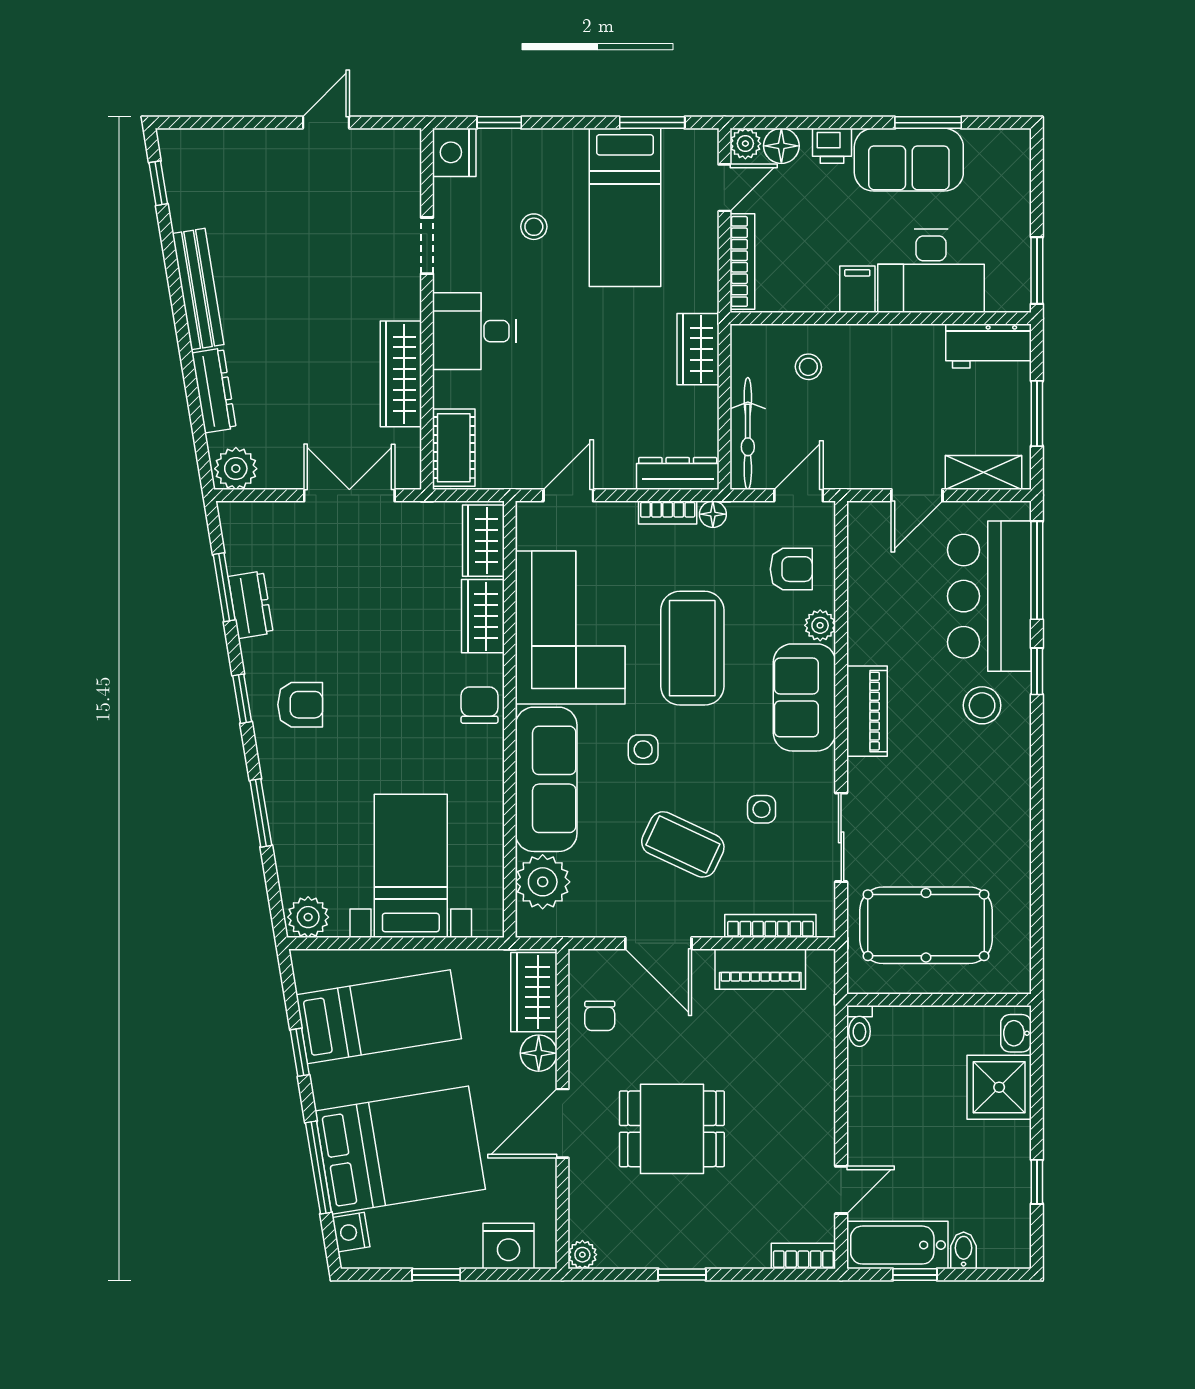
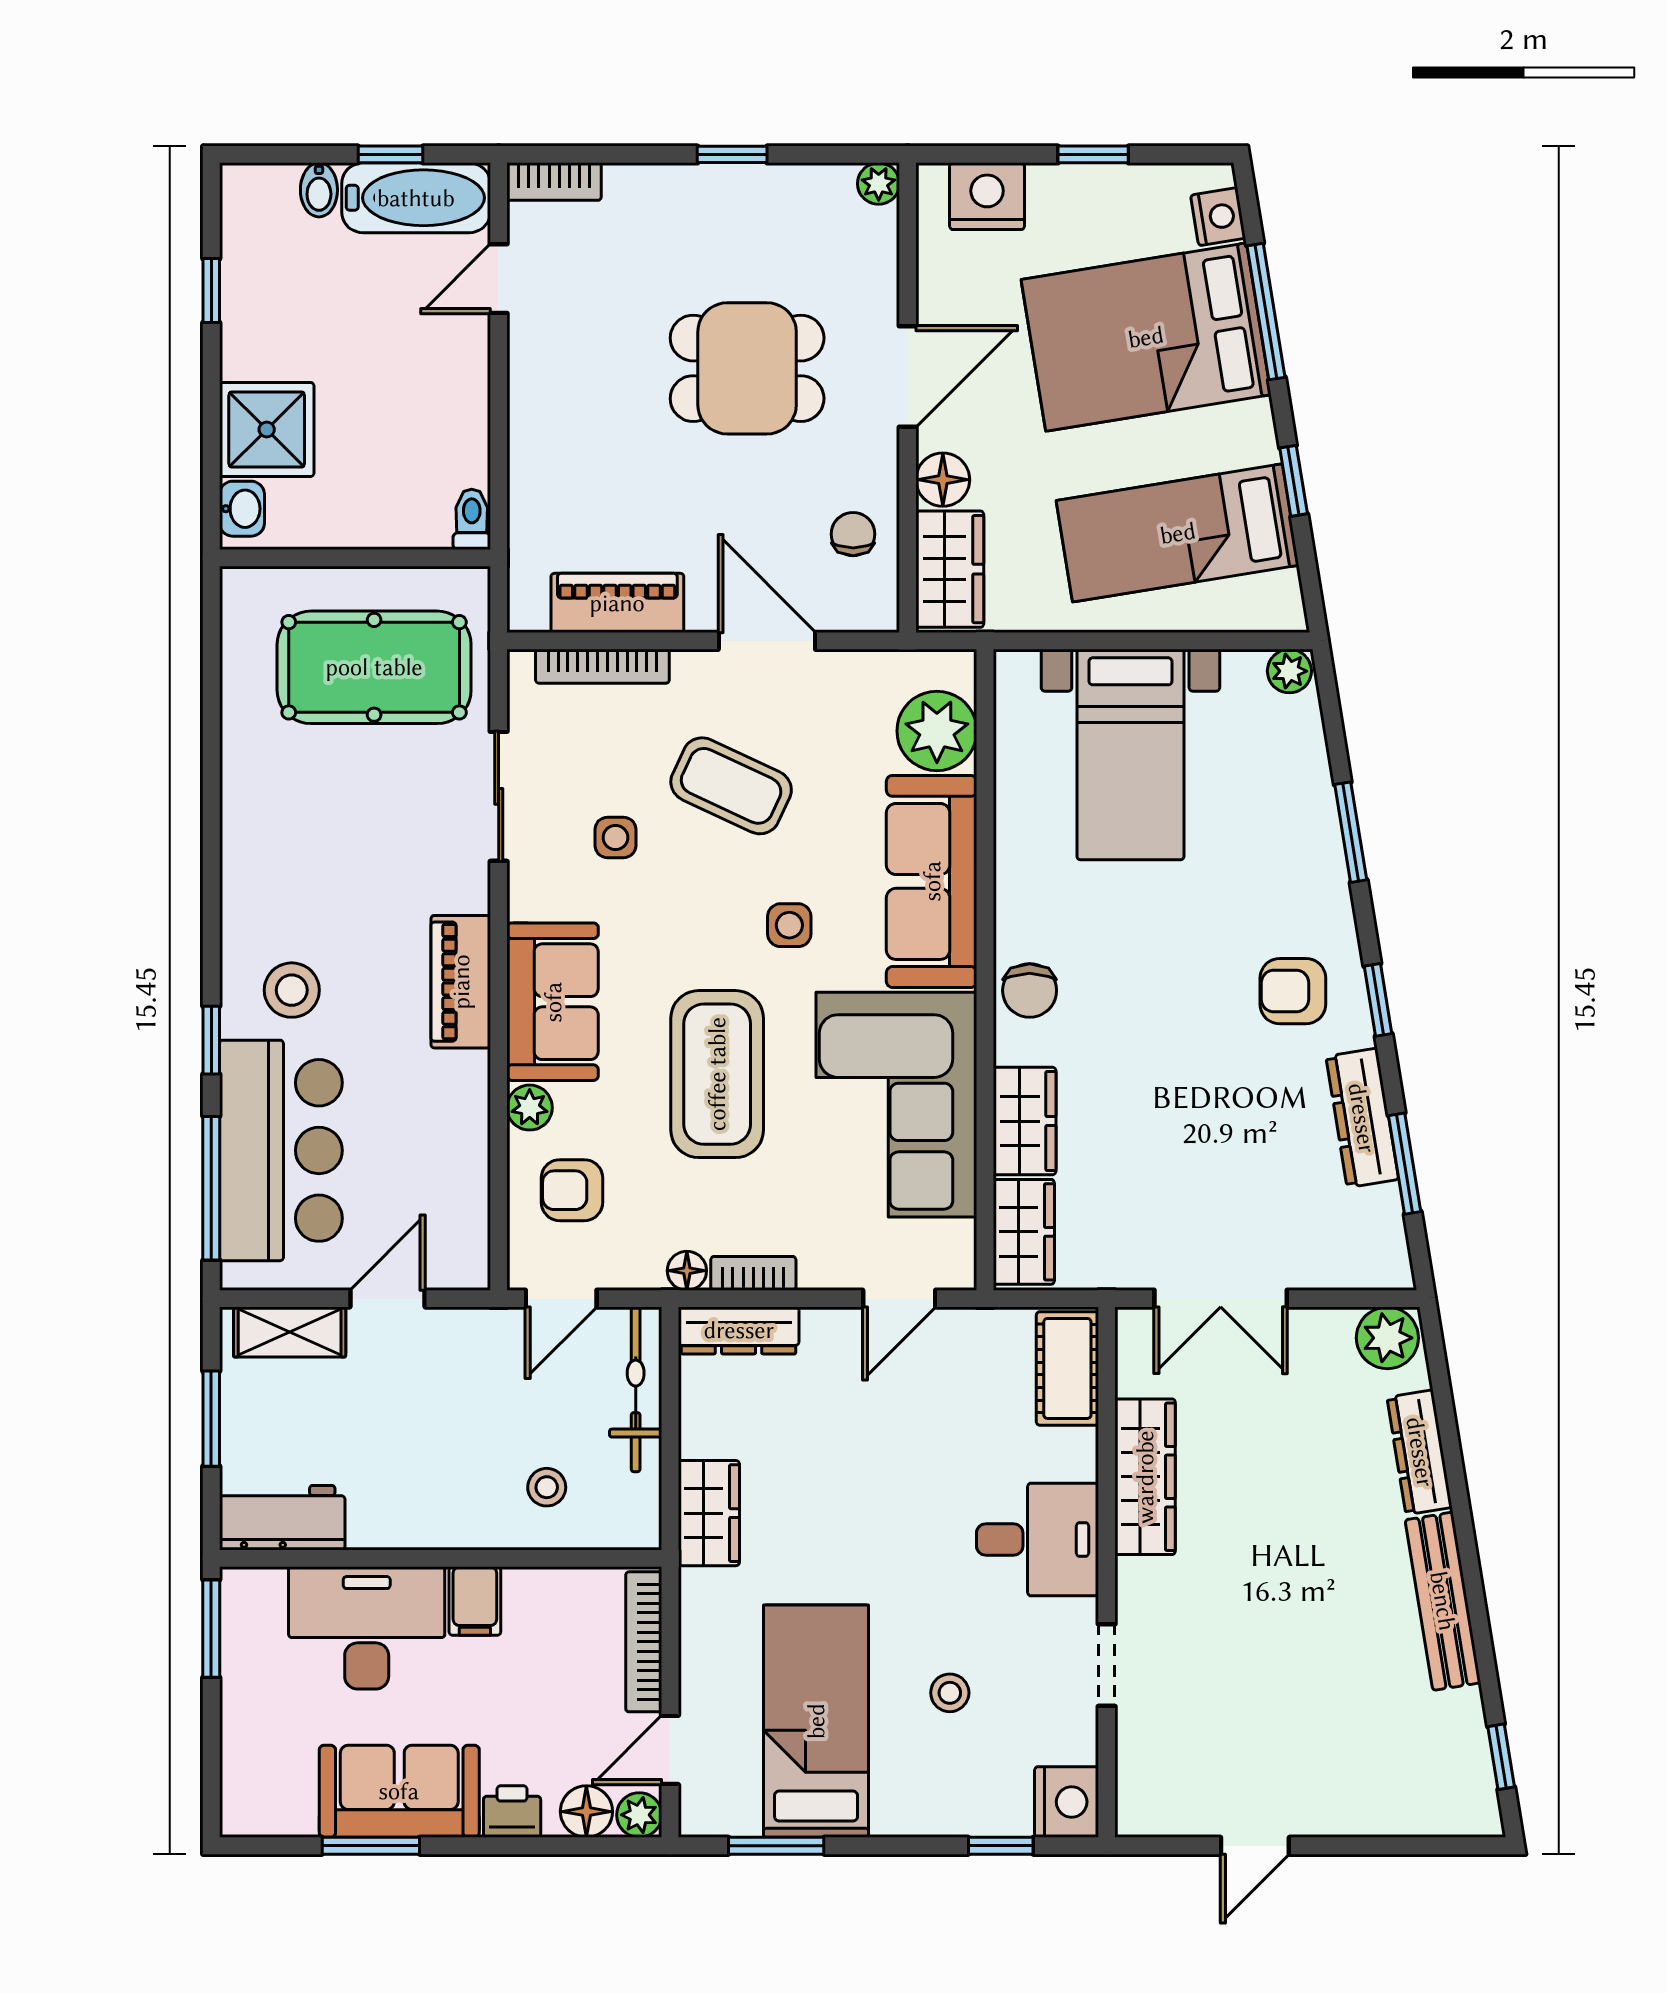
dresser: (251, 605) -> (1362, 1118), width x1.44
plant: (308, 917) -> (1289, 671), width x0.73, depth x0.73

